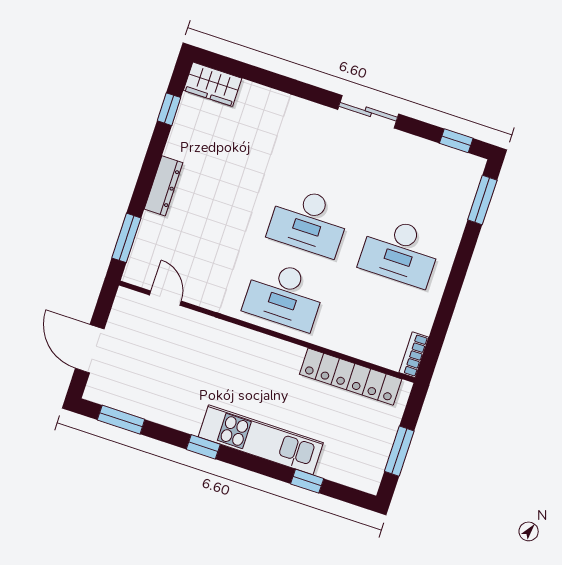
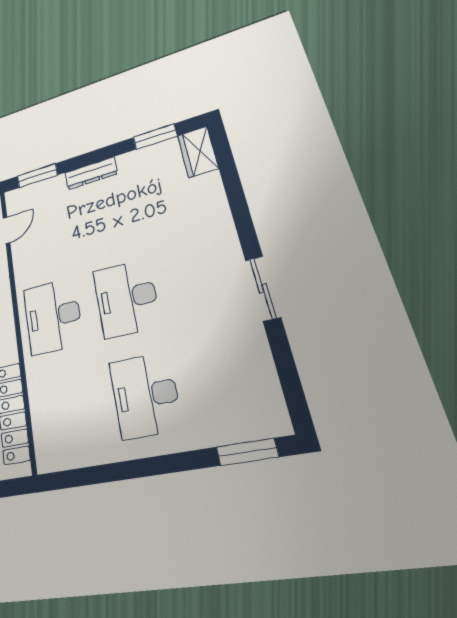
window: (169, 109) -> (155, 137), width x1.50
window: (456, 141) -> (293, 390), removed
bookcase: (414, 355) -> (57, 462), removed

